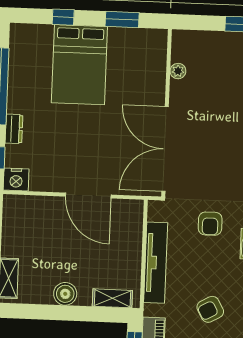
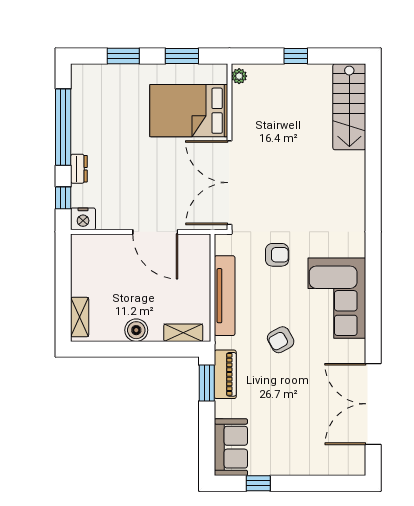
window: (63, 17) -> (123, 56), width x1.50
bed: (79, 65) -> (189, 111), moved, turned 90
plant: (178, 71) -> (239, 76), moved
armchair: (210, 224) -> (277, 255), turned -90

